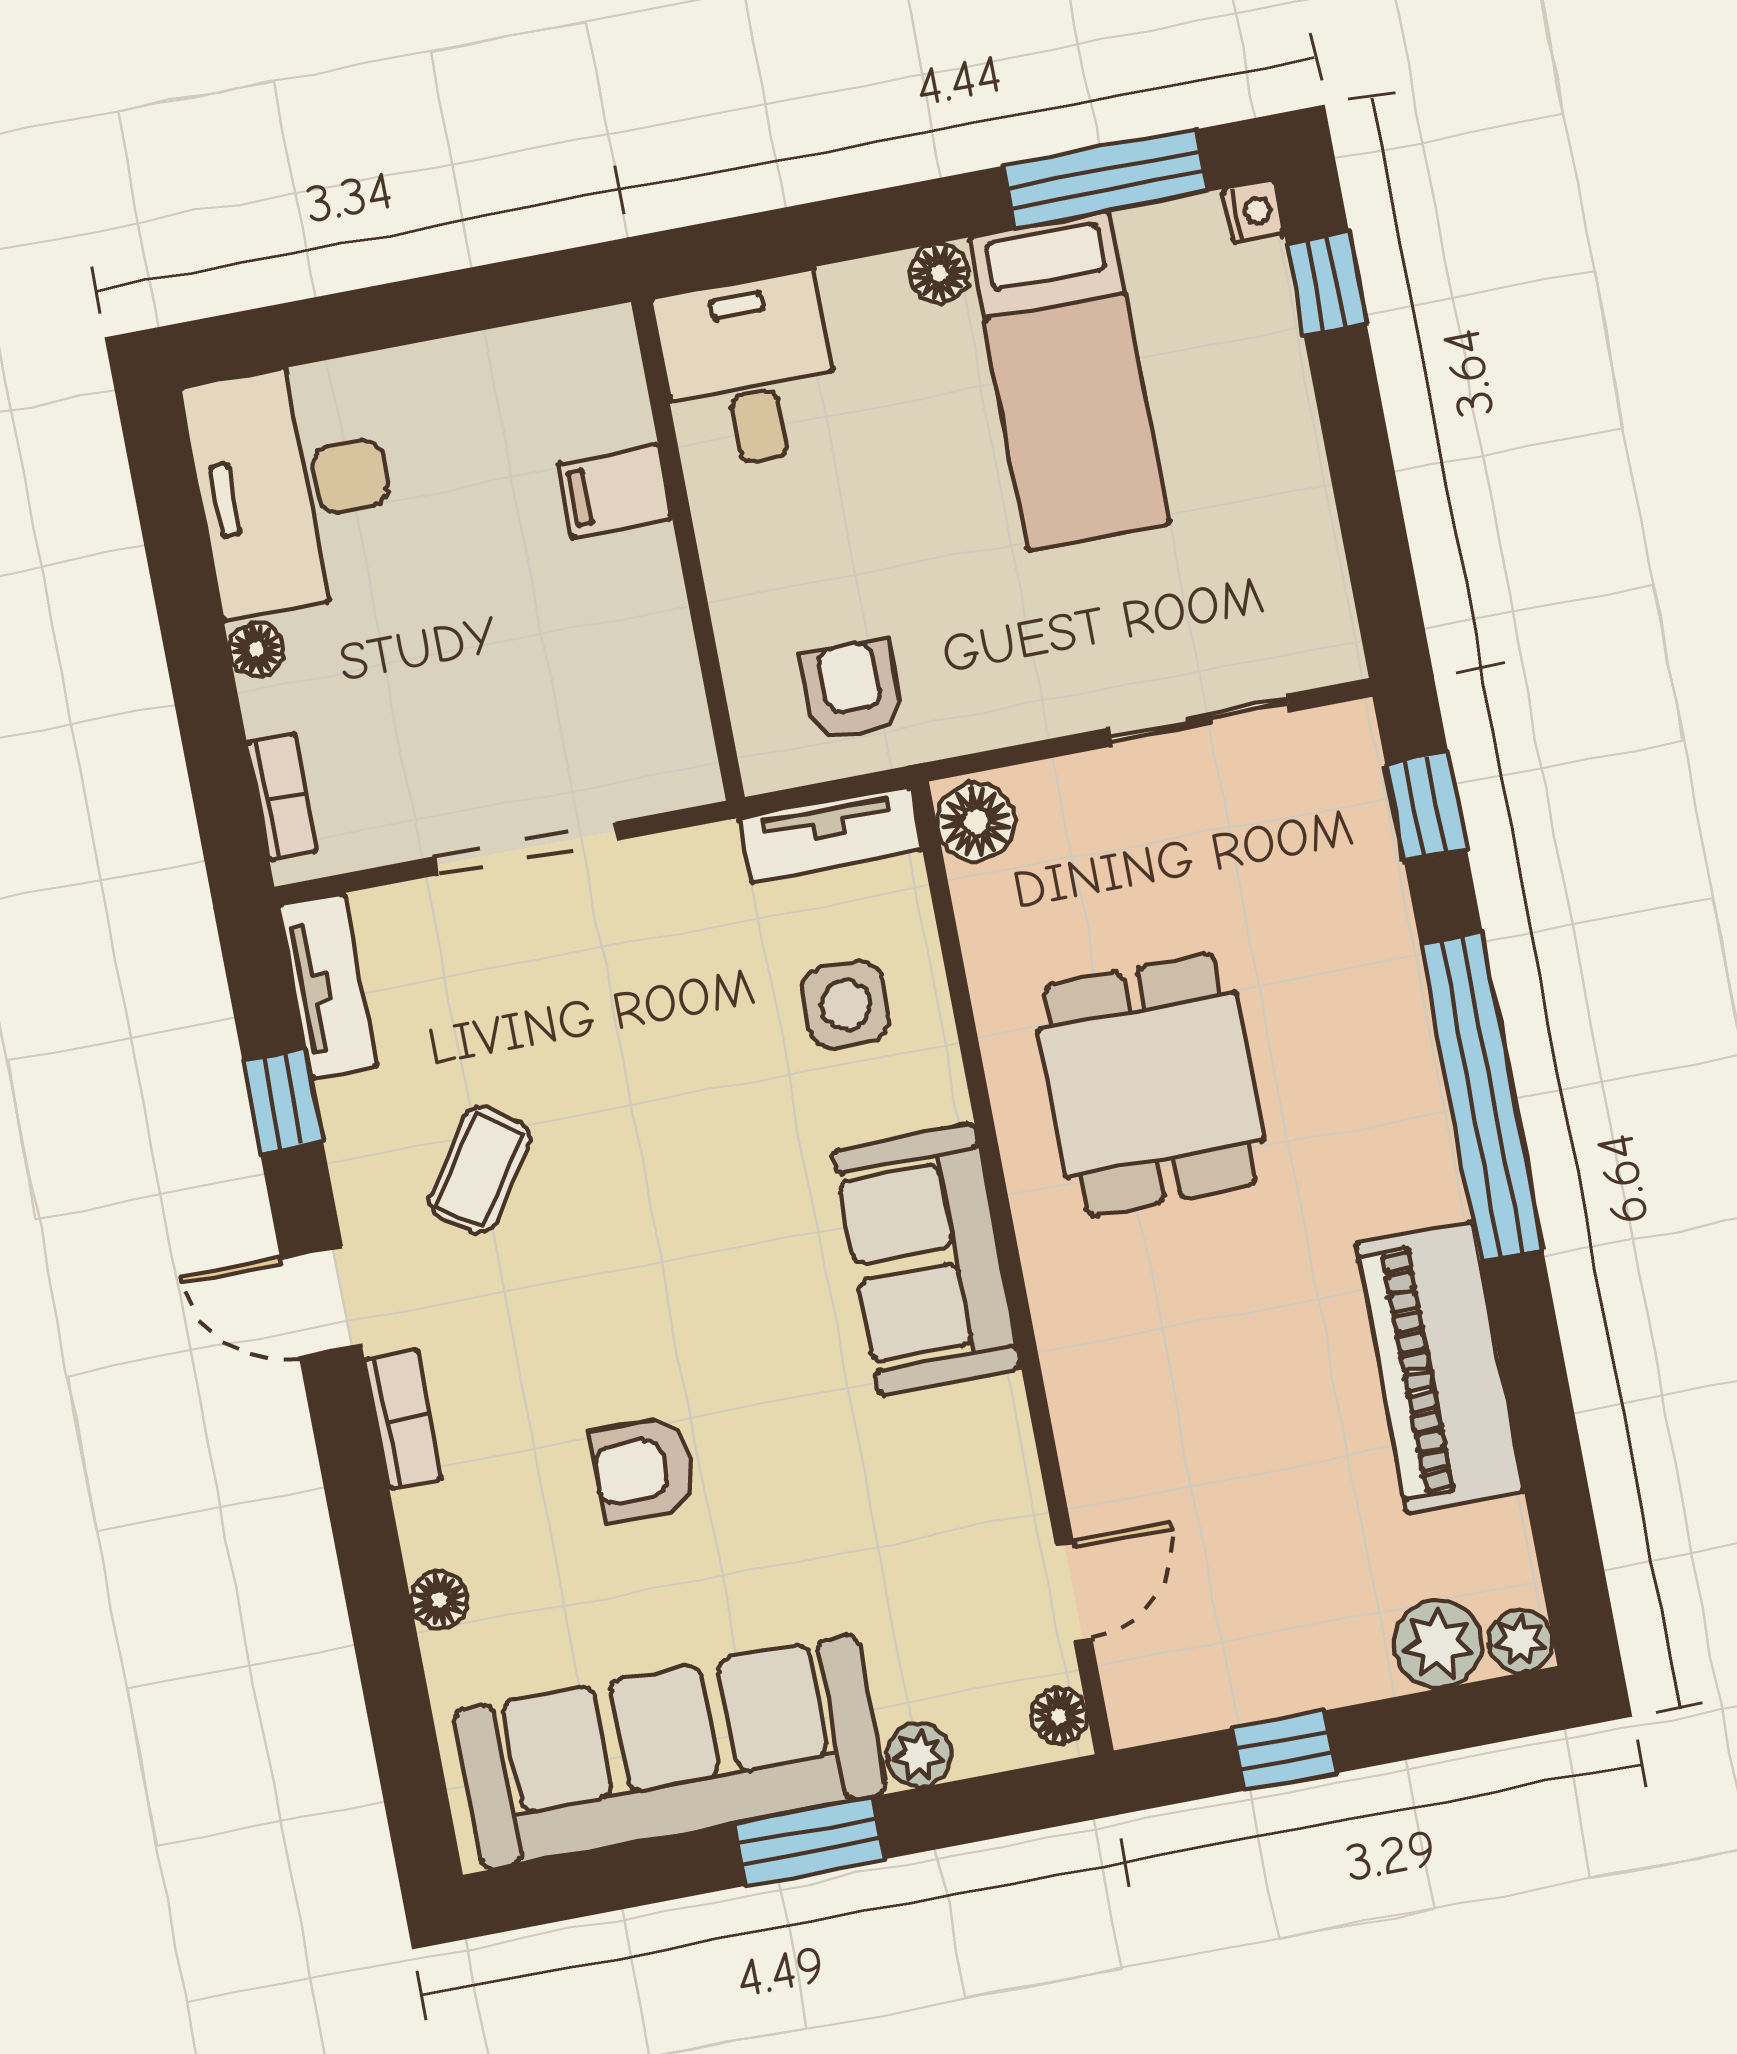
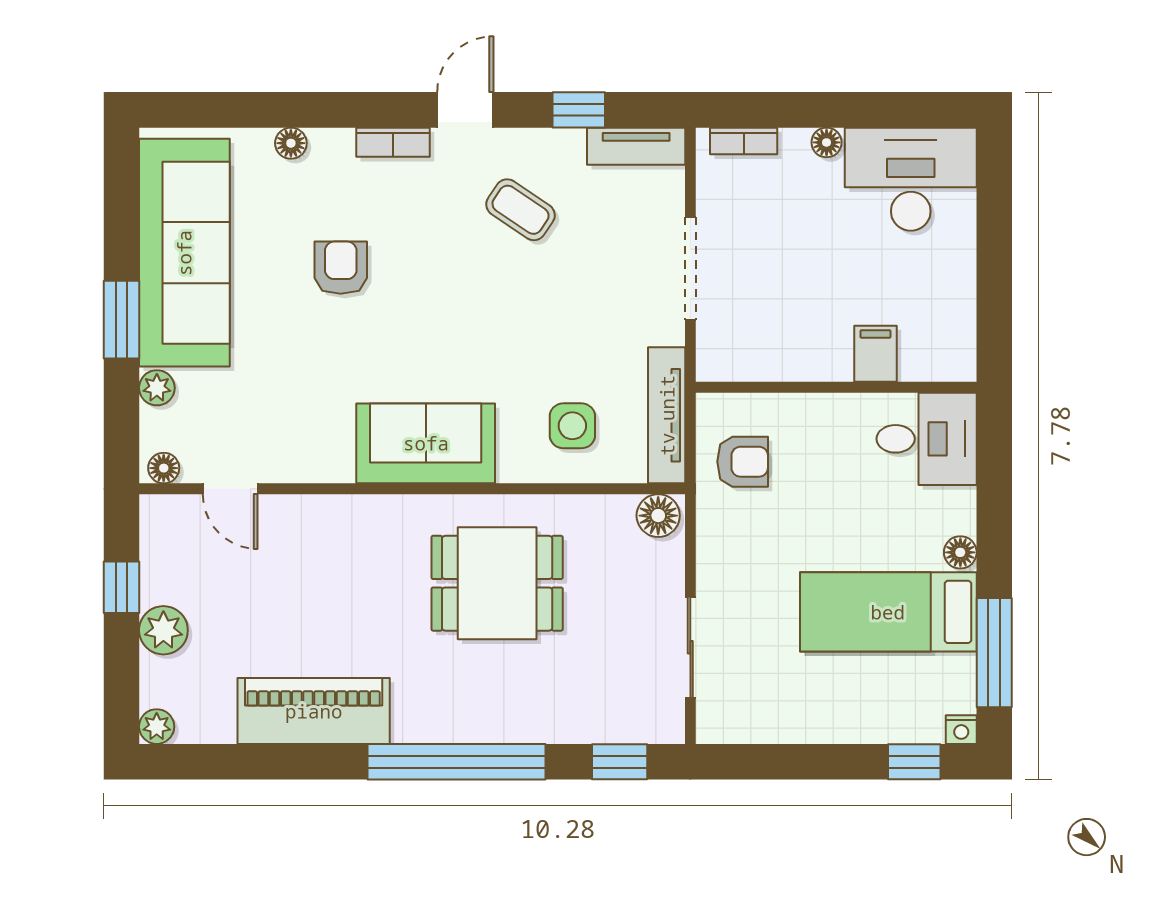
tv unit: (830, 834) -> (667, 415), width x1.41
plant: (1438, 1644) -> (163, 630), moved

